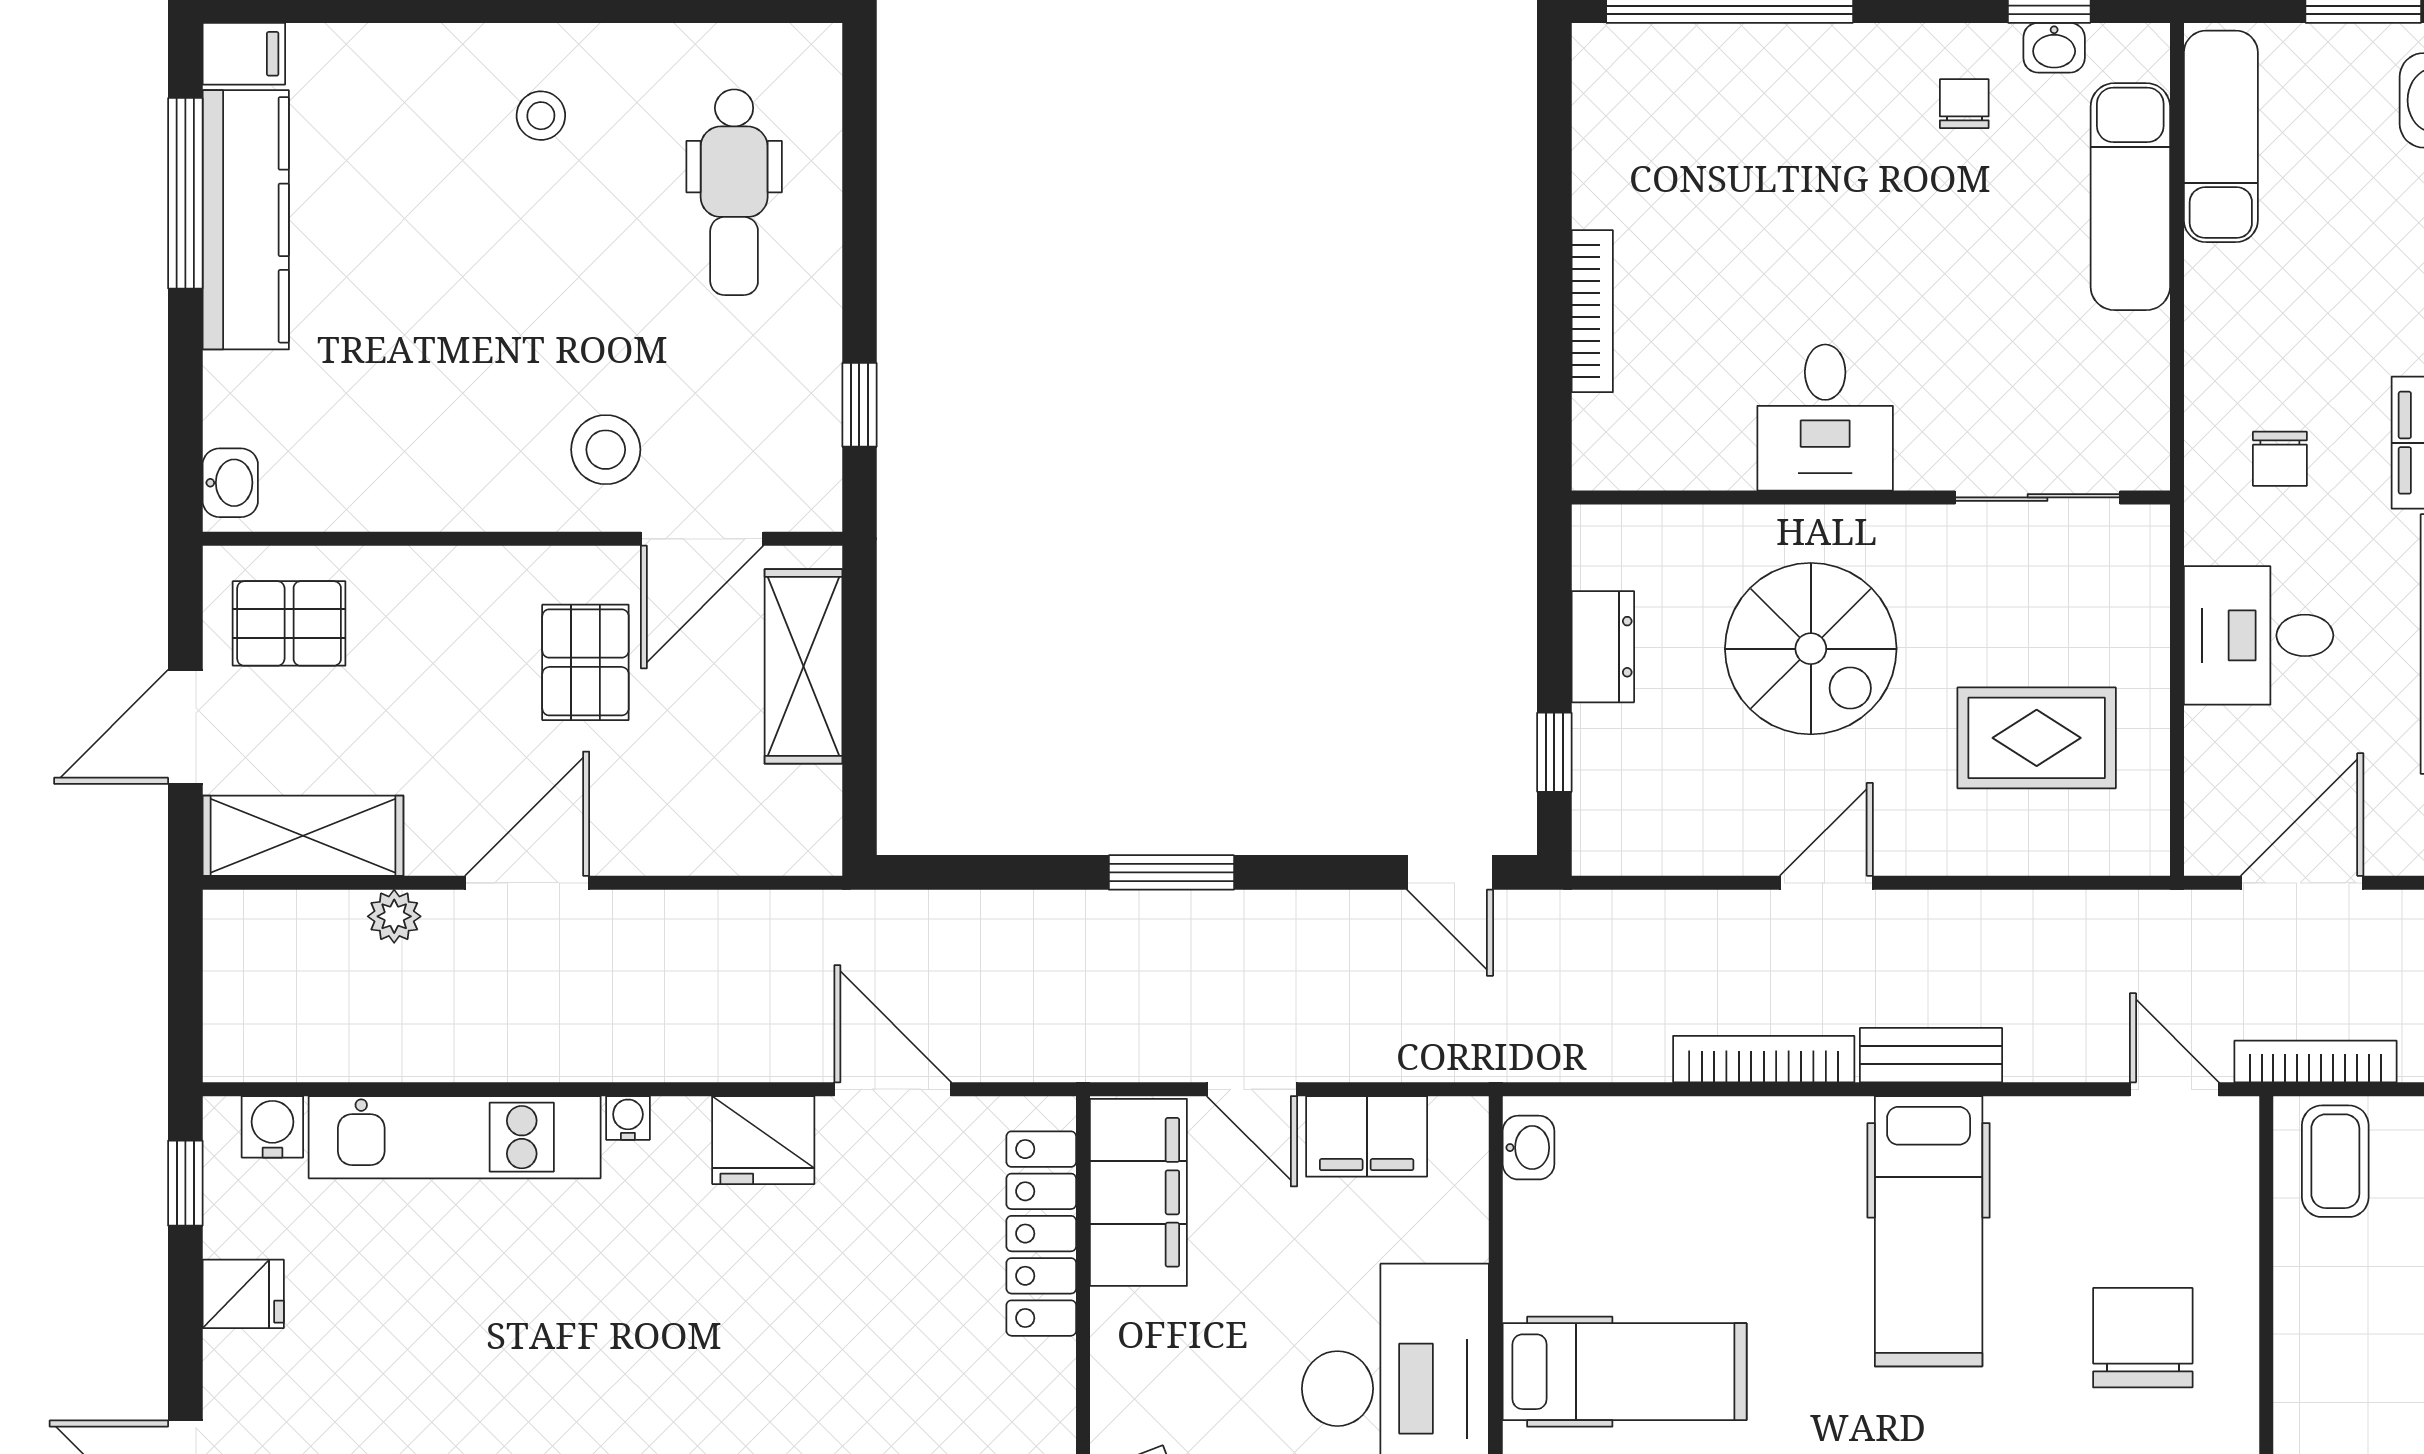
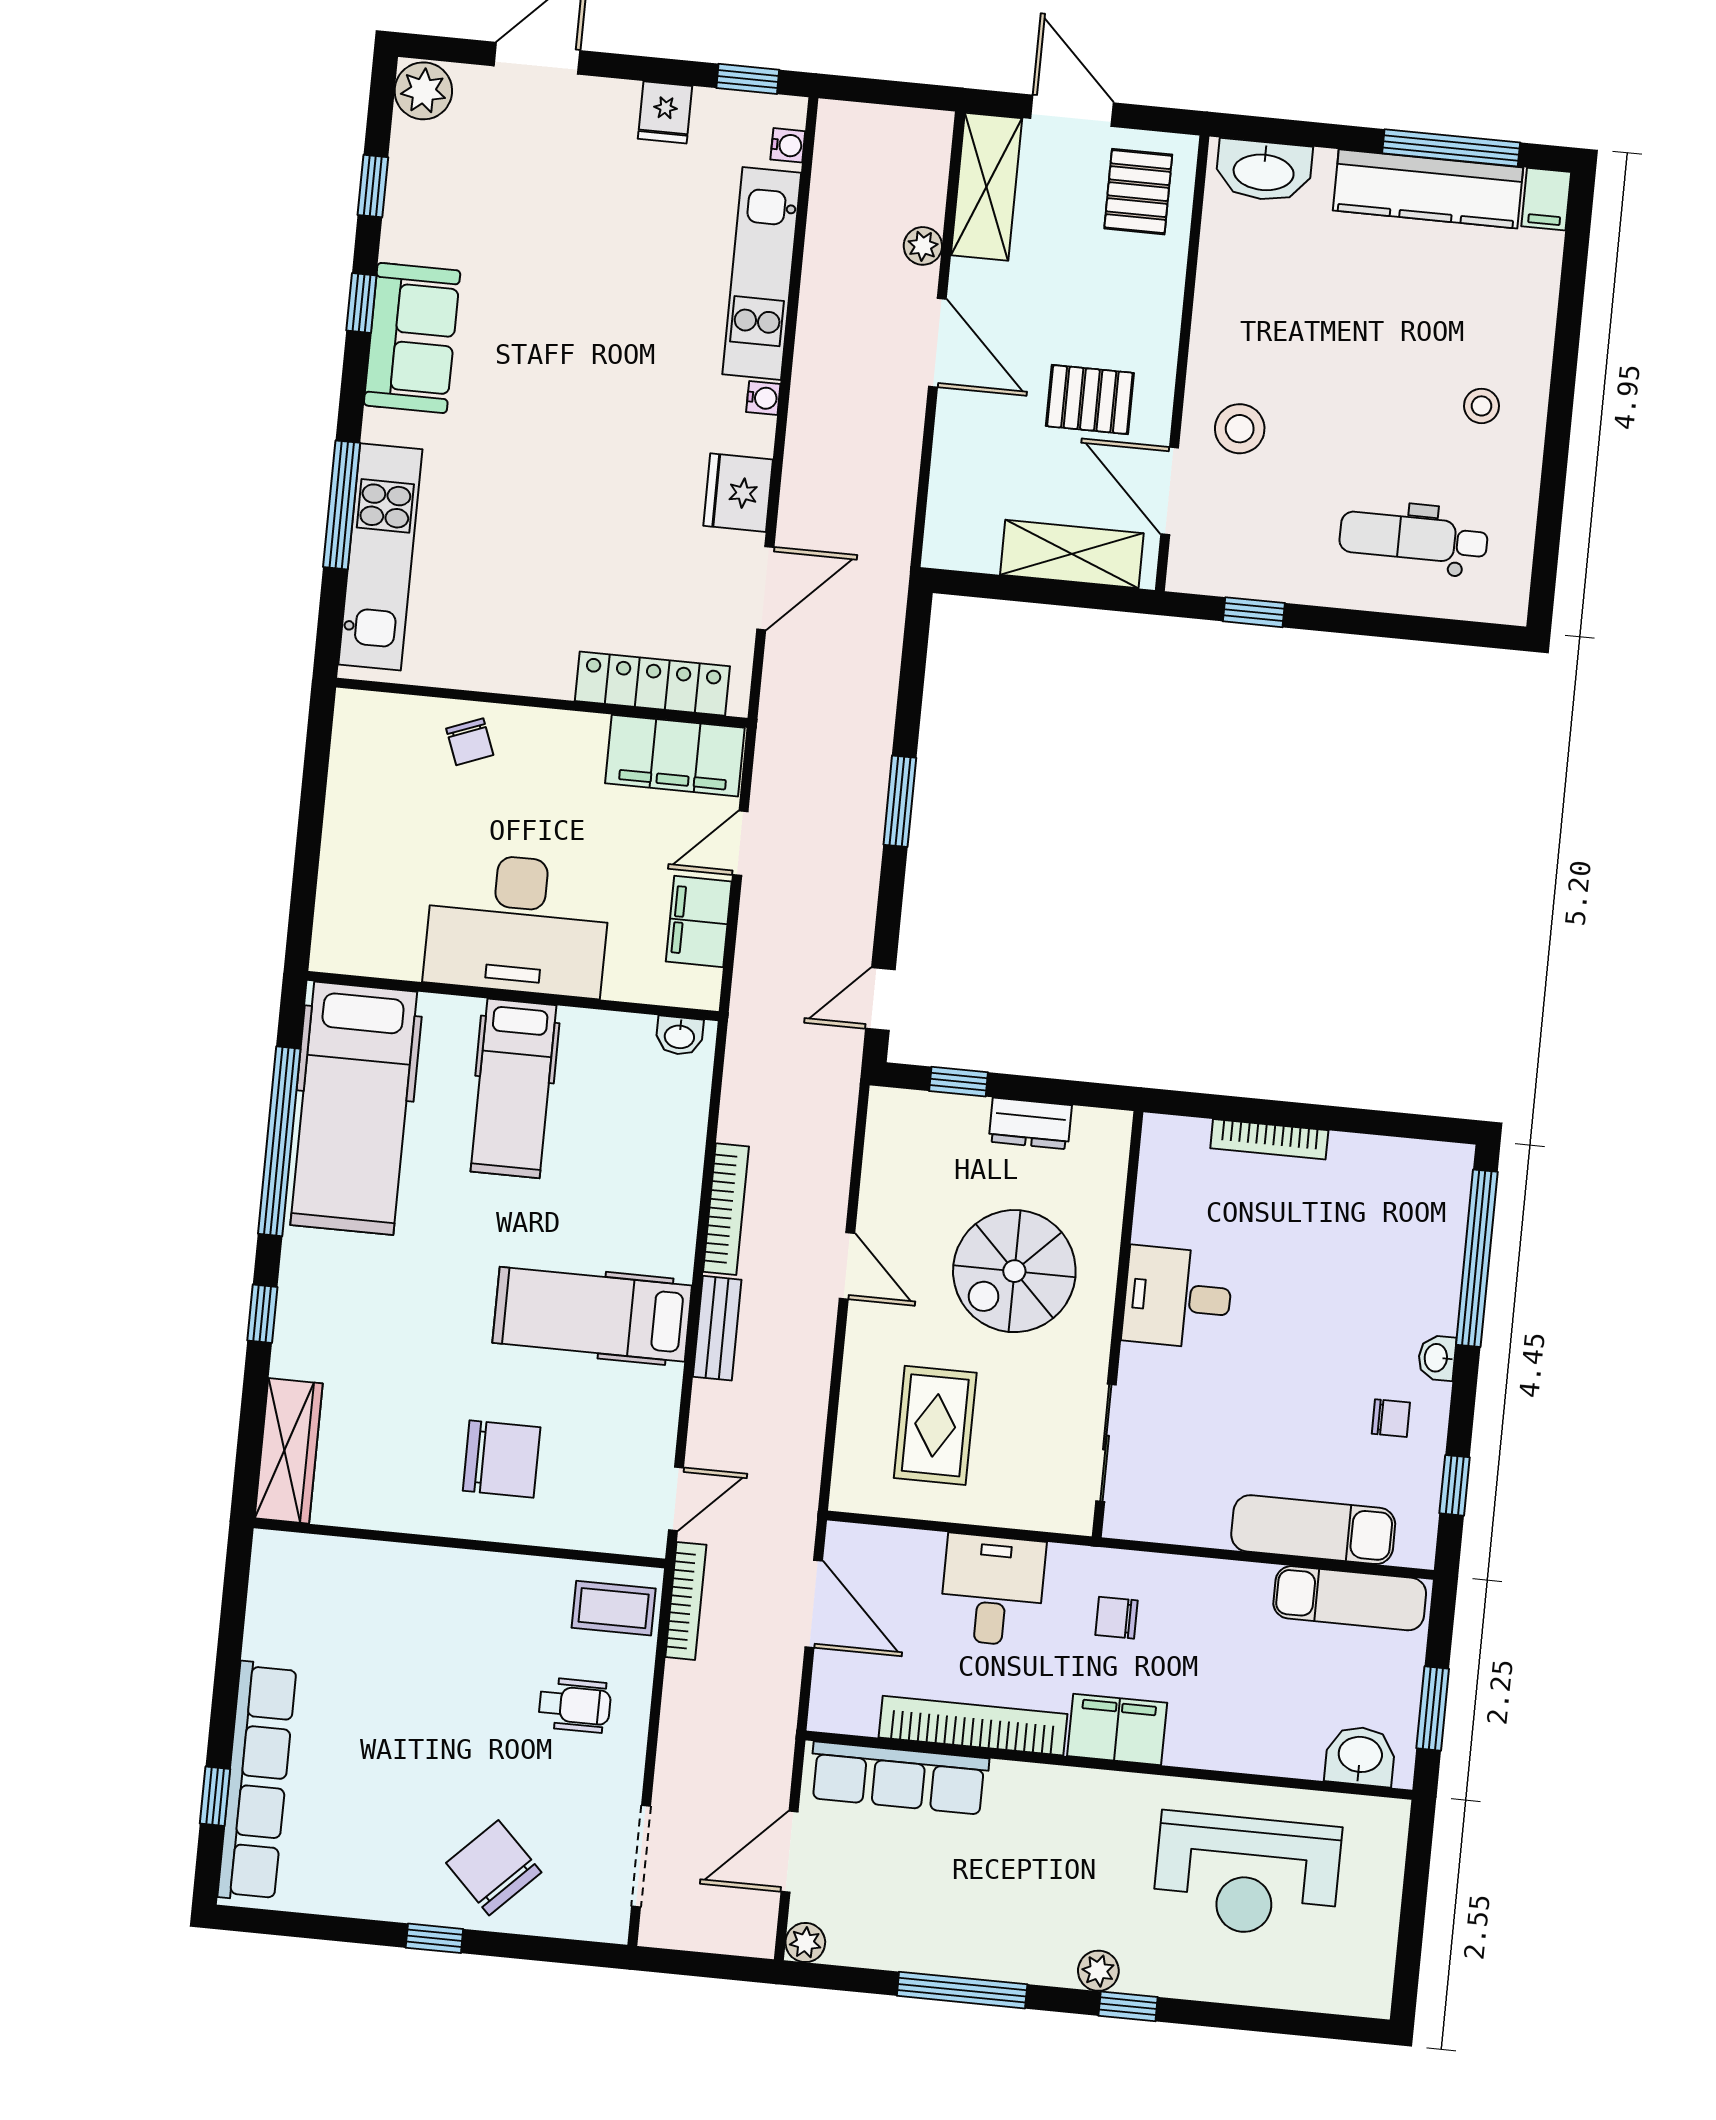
washbasin: (2054, 48) -> (1437, 1358), moved
washbasin: (230, 483) -> (1264, 171), width x1.91, depth x1.45
water cooler: (272, 1127) -> (788, 145), width x0.72, depth x0.72

